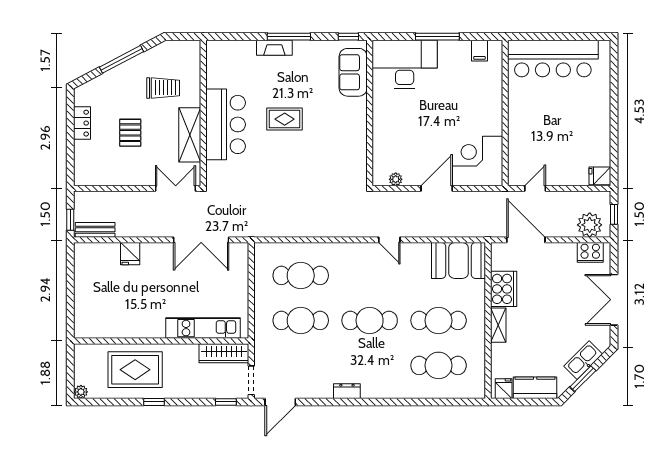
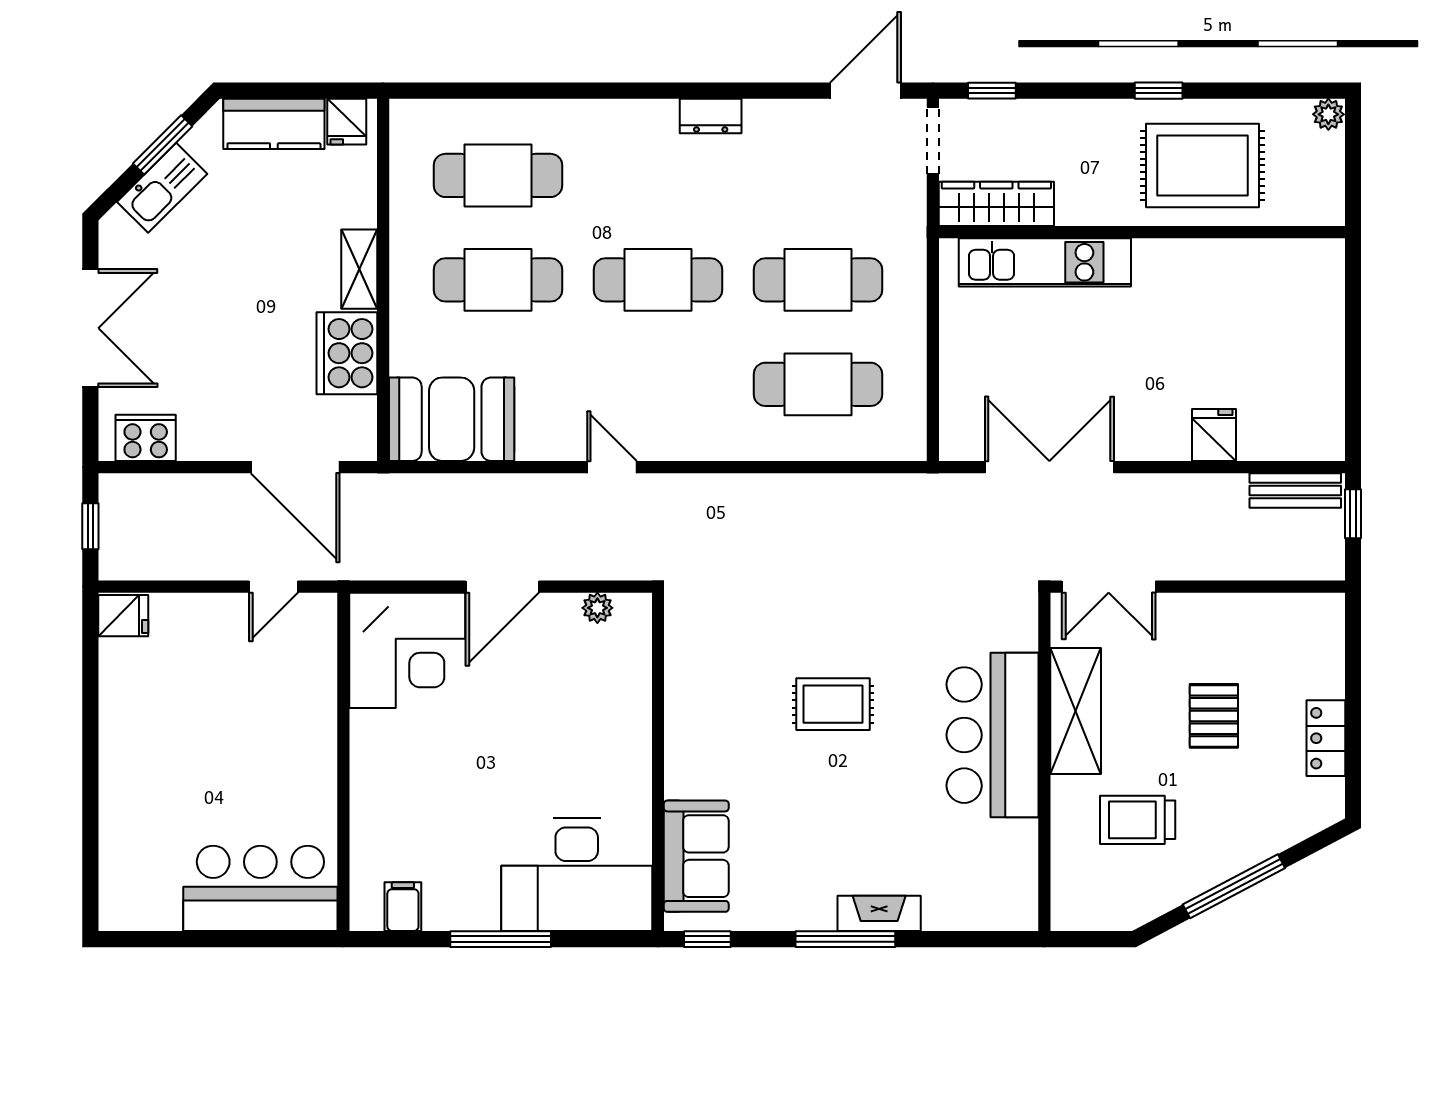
bar counter: (553, 58) -> (260, 888), width x0.73
rug: (285, 119) -> (833, 704), moved
plant: (590, 225) -> (147, 502), removed

